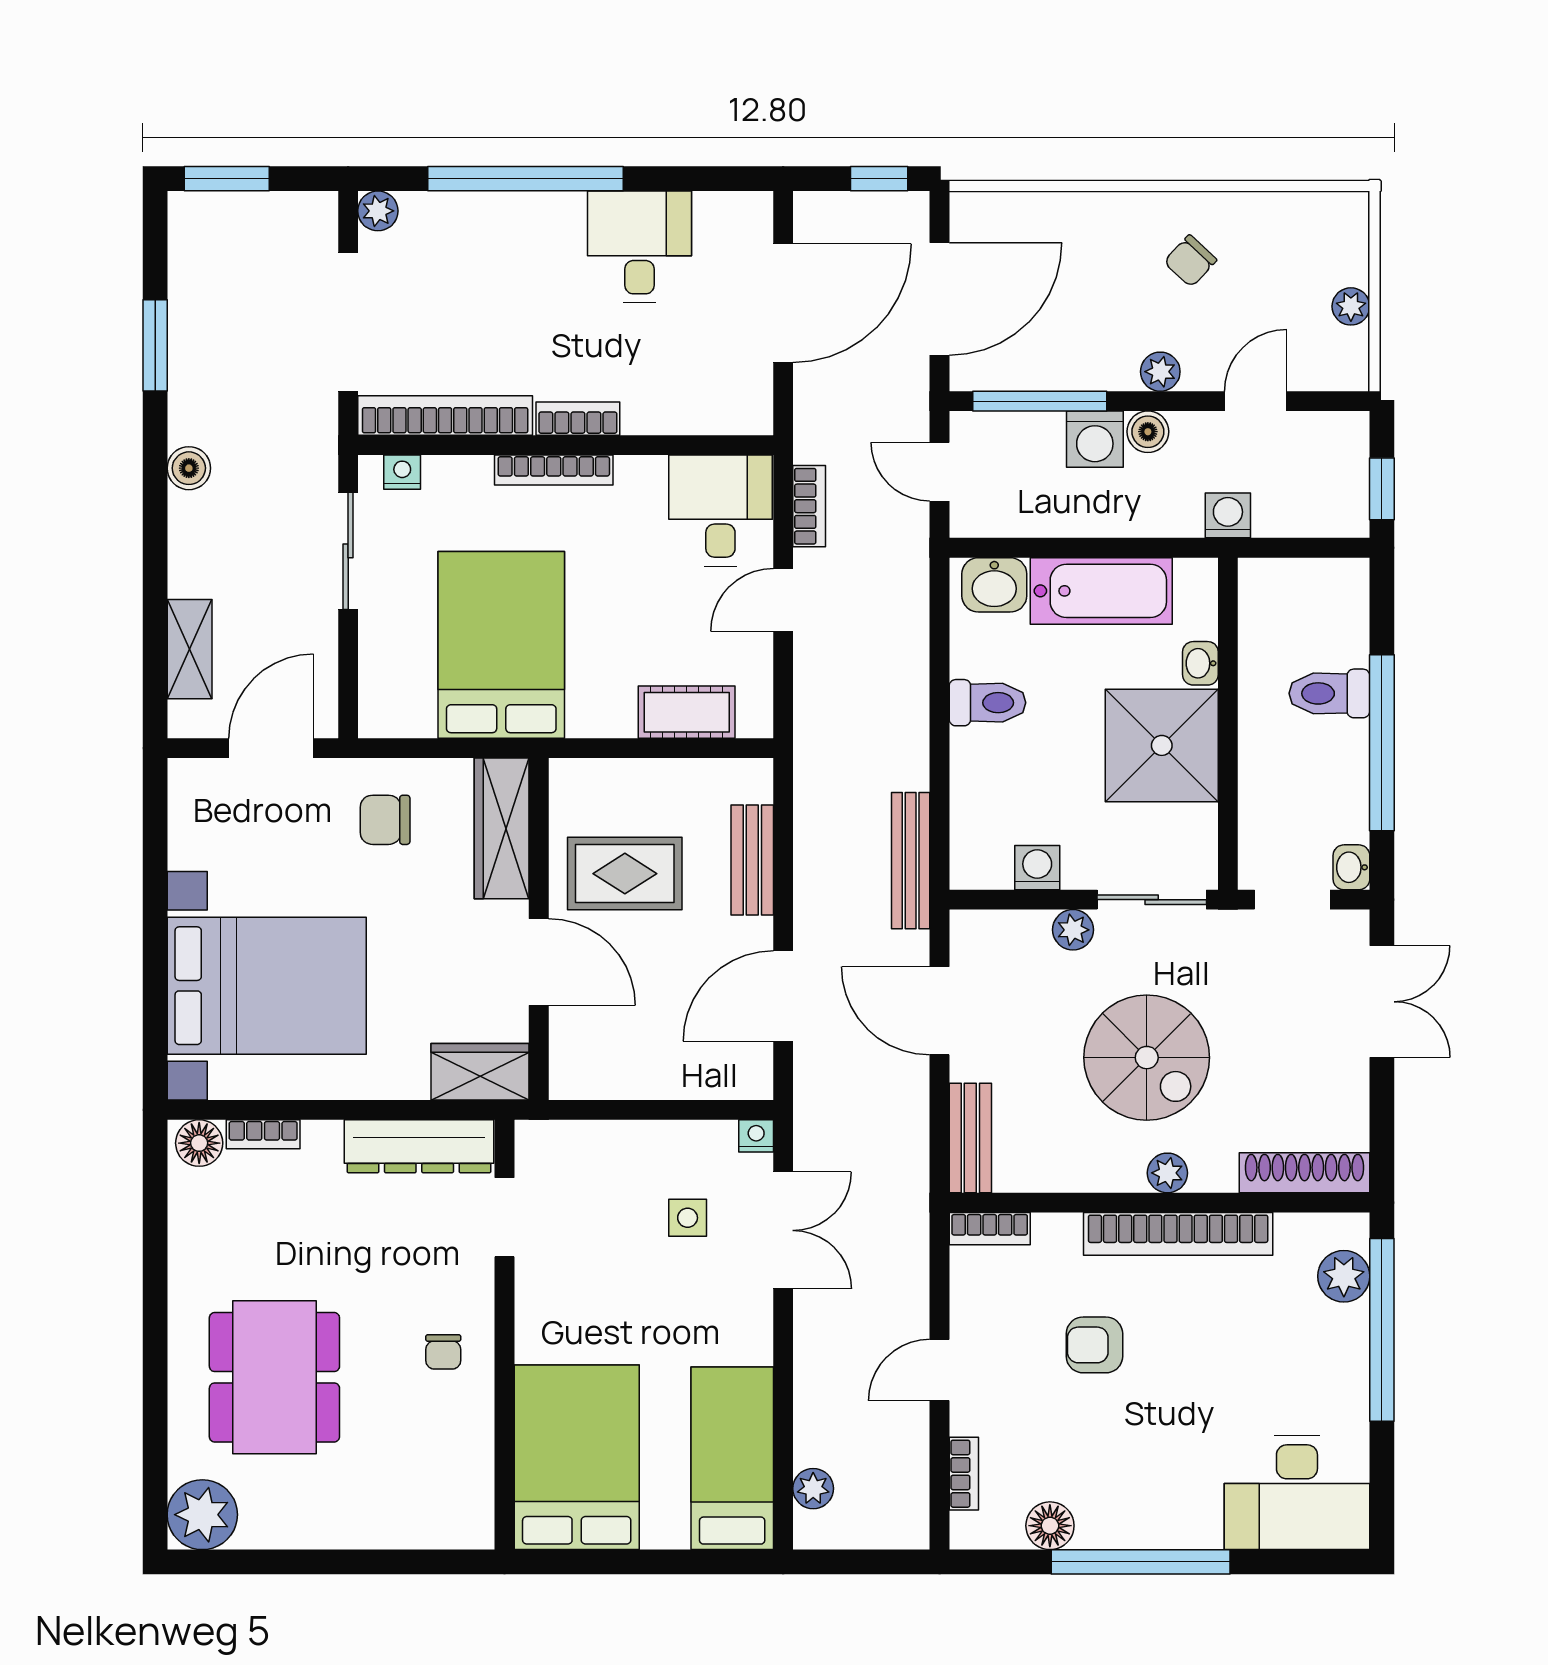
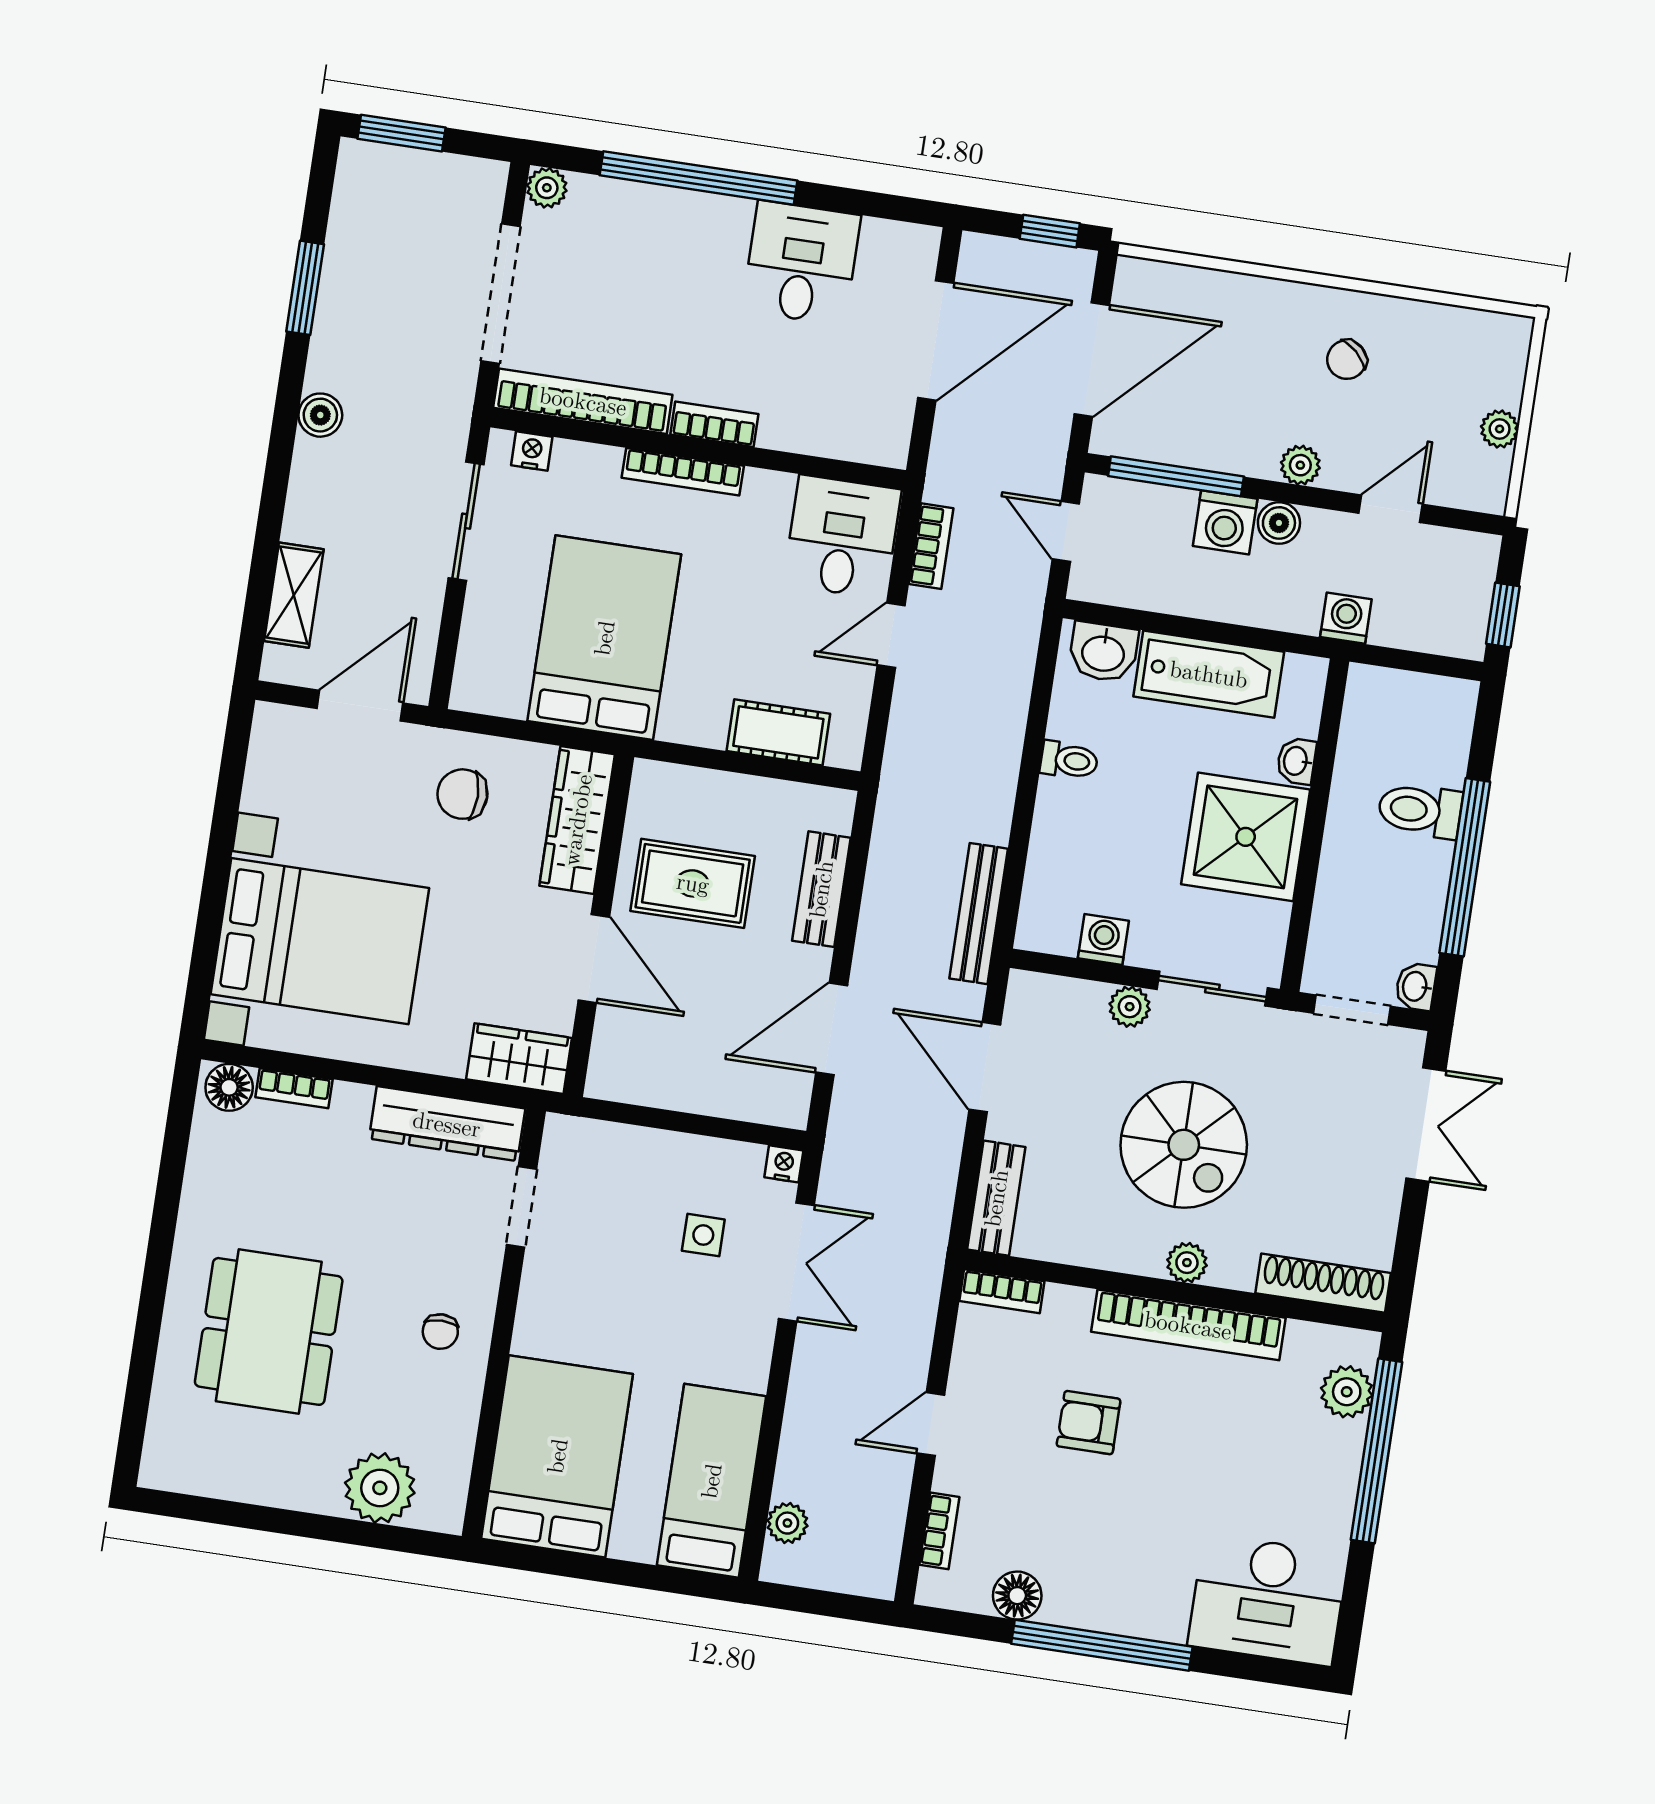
toilet: (987, 703) -> (1069, 760), width x0.73, depth x0.72
plant: (202, 1515) -> (380, 1488), moved

